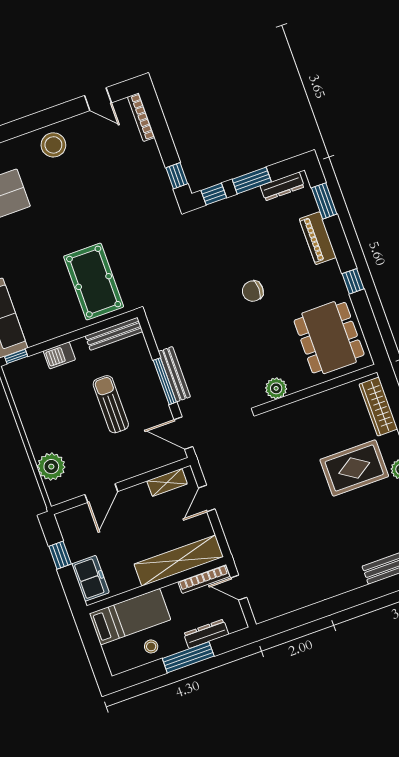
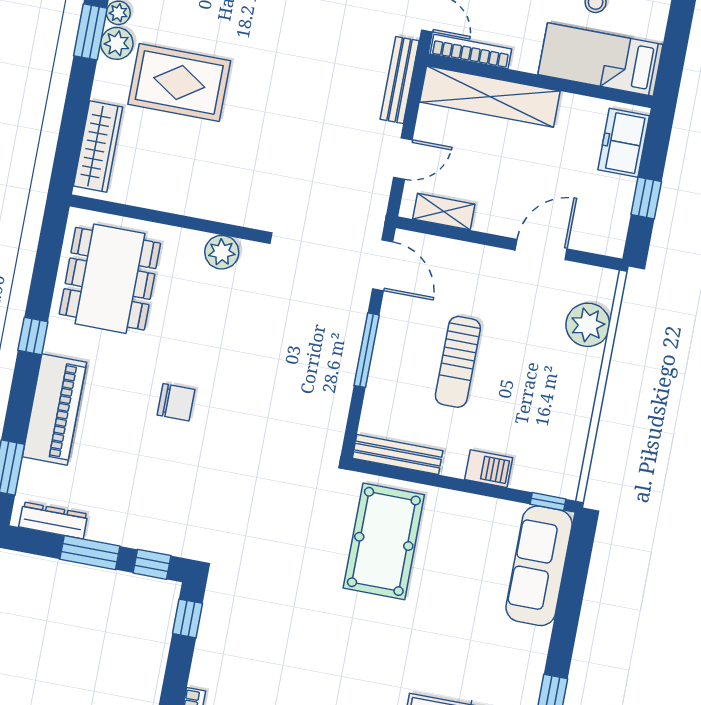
piano: (318, 238) -> (54, 410), width x1.37, depth x1.33
bench: (174, 374) -> (400, 80), moved

